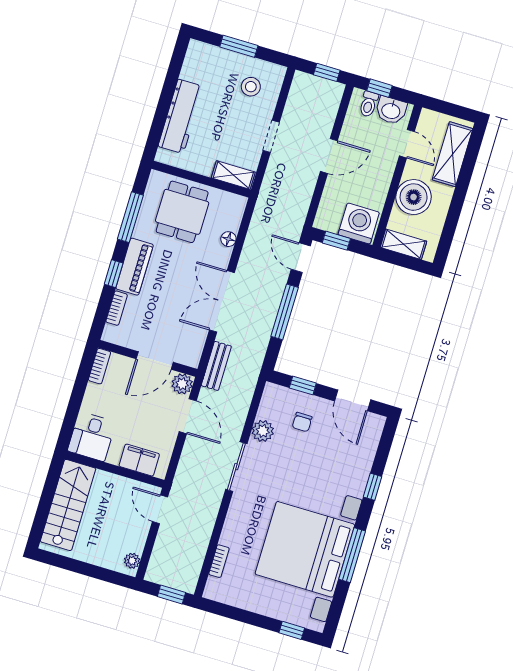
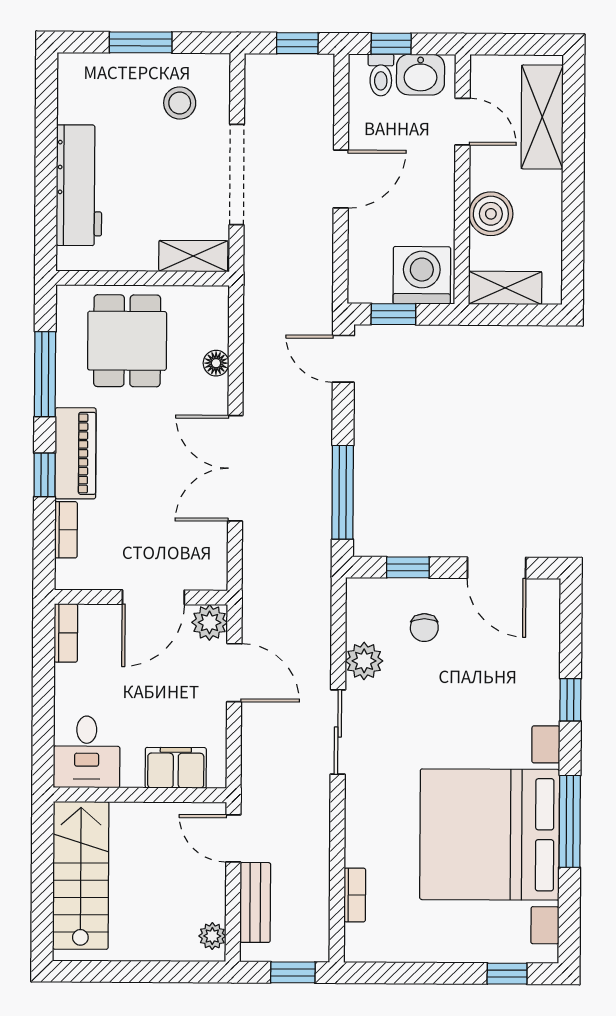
doorway: (271, 136) -> (237, 175), width x1.88
boiler: (414, 197) -> (491, 214), width x0.73, depth x0.73
window: (285, 312) -> (343, 492), moved
bench: (216, 366) -> (255, 902), moved

